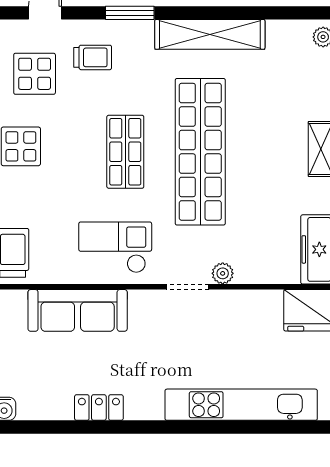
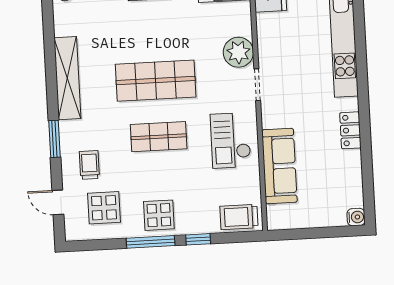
shop shelf: (200, 152) -> (156, 81), width x0.71
plant: (223, 273) -> (238, 52), width x1.88, depth x1.88
locker: (99, 408) -> (350, 130), moved

